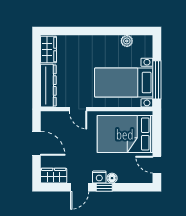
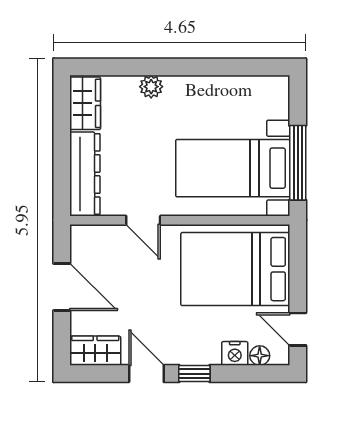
plant: (127, 41) -> (151, 87), moved
nightstand: (99, 177) -> (235, 353), moved
floor lamp: (112, 178) -> (260, 356), moved
door: (80, 187) -> (146, 374), swing flipped

